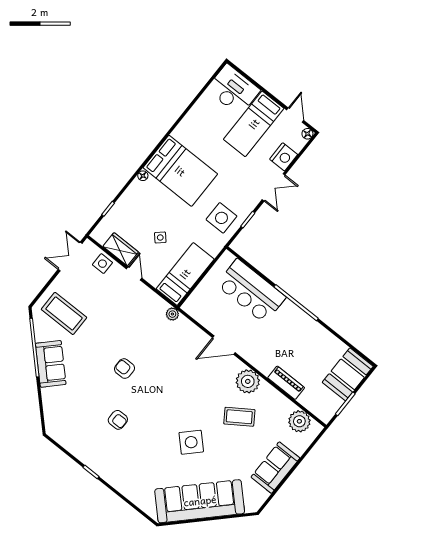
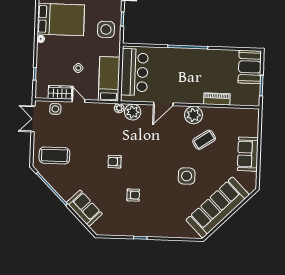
bar counter: (251, 291) -> (134, 72), moved, turned -90
sofa: (51, 364) -> (84, 208), moved
plant: (299, 421) -> (133, 112), moved
side table: (191, 442) -> (187, 176), turned 45

